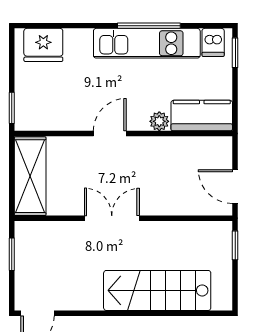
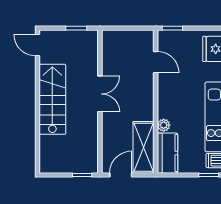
door: (110, 134) -> (156, 62), moved
shelving: (30, 176) -> (144, 147), moved, turned 90
stairs: (157, 290) -> (52, 99), moved

